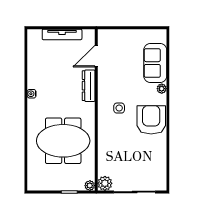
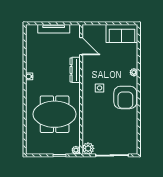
door: (96, 56) -> (81, 46), swing flipped
sofa: (155, 63) -> (122, 34), moved, turned -90
armchair: (151, 120) -> (125, 97), turned 180

